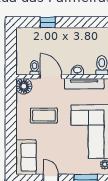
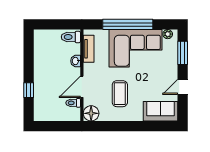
tv unit: (84, 84) -> (89, 49), width x0.71

